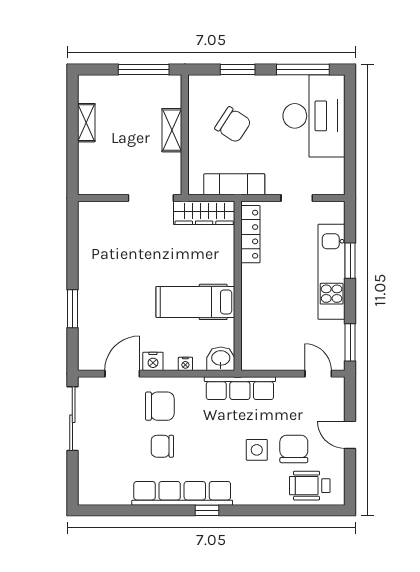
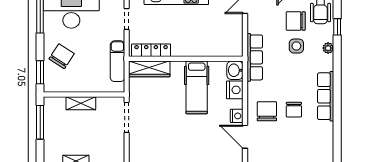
window: (238, 69) -> (40, 72), moved
chair: (233, 125) -> (62, 56), moved
wardrobe: (204, 213) -> (149, 69), moved, turned 90
nightstand: (185, 364) -> (235, 90), width x1.89, depth x1.79
row of seats: (182, 493) -> (326, 96), width x0.73
plant: (254, 497) -> (328, 48), added
window: (207, 510) -> (337, 27), moved

